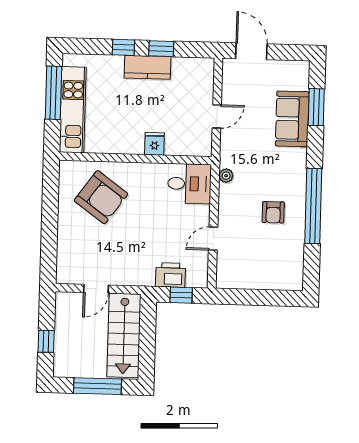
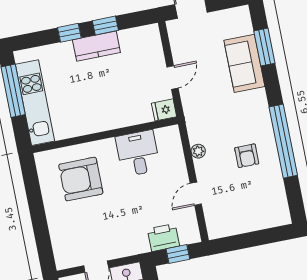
fridge: (154, 144) -> (164, 110), moved, turned -90
plant: (226, 176) -> (198, 151), moved
desk: (189, 184) -> (138, 153), moved, turned -90
armchair: (101, 197) -> (81, 179), turned 144

